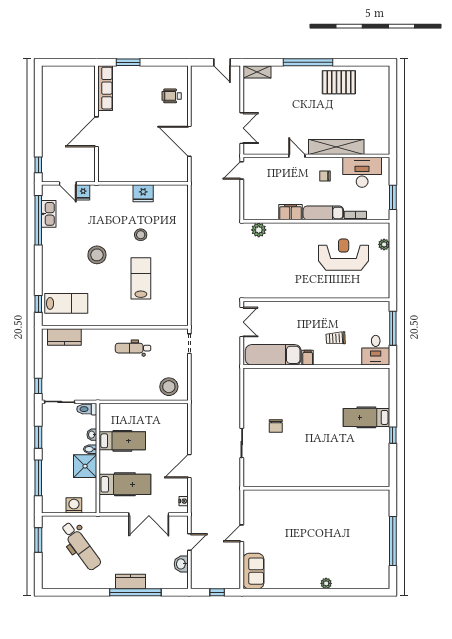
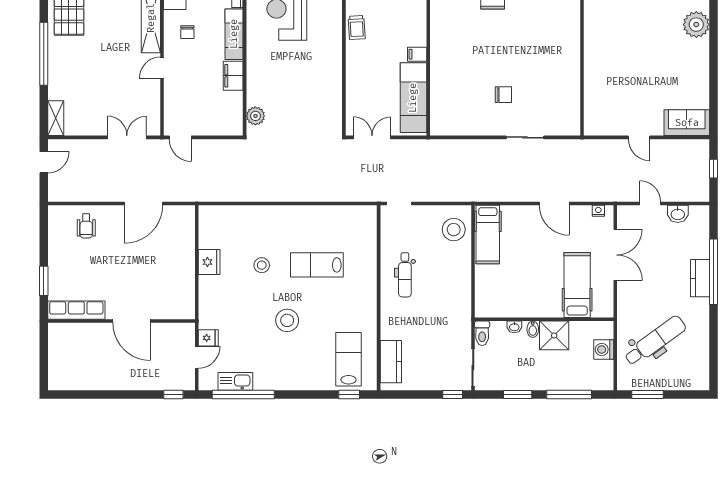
trolley: (336, 338) -> (357, 27), moved
hospital bed: (122, 441) -> (488, 234), moved, turned 180
plant: (326, 583) -> (696, 25), width x1.87, depth x1.87

